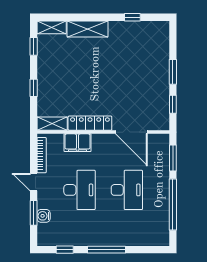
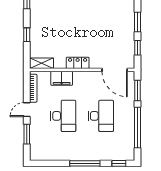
locker: (90, 123) -> (78, 63), width x0.66
door: (131, 132) -> (115, 70), moved
door: (34, 182) -> (27, 110), hinge flipped
water cooler: (44, 216) -> (35, 137), removed
window: (65, 250) -> (119, 163), moved

